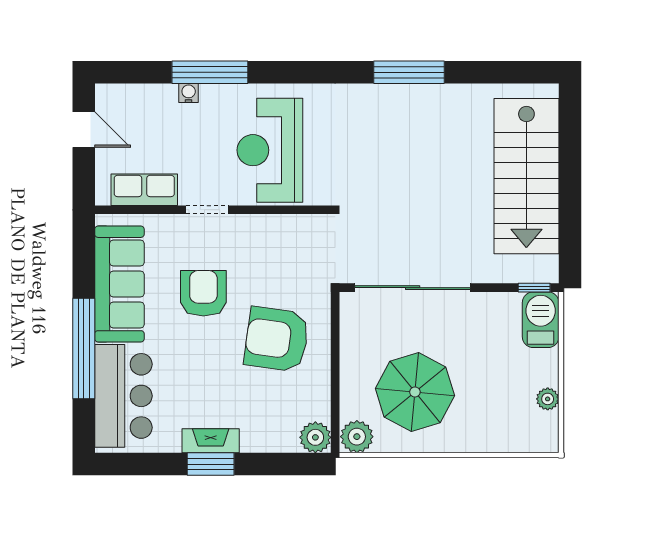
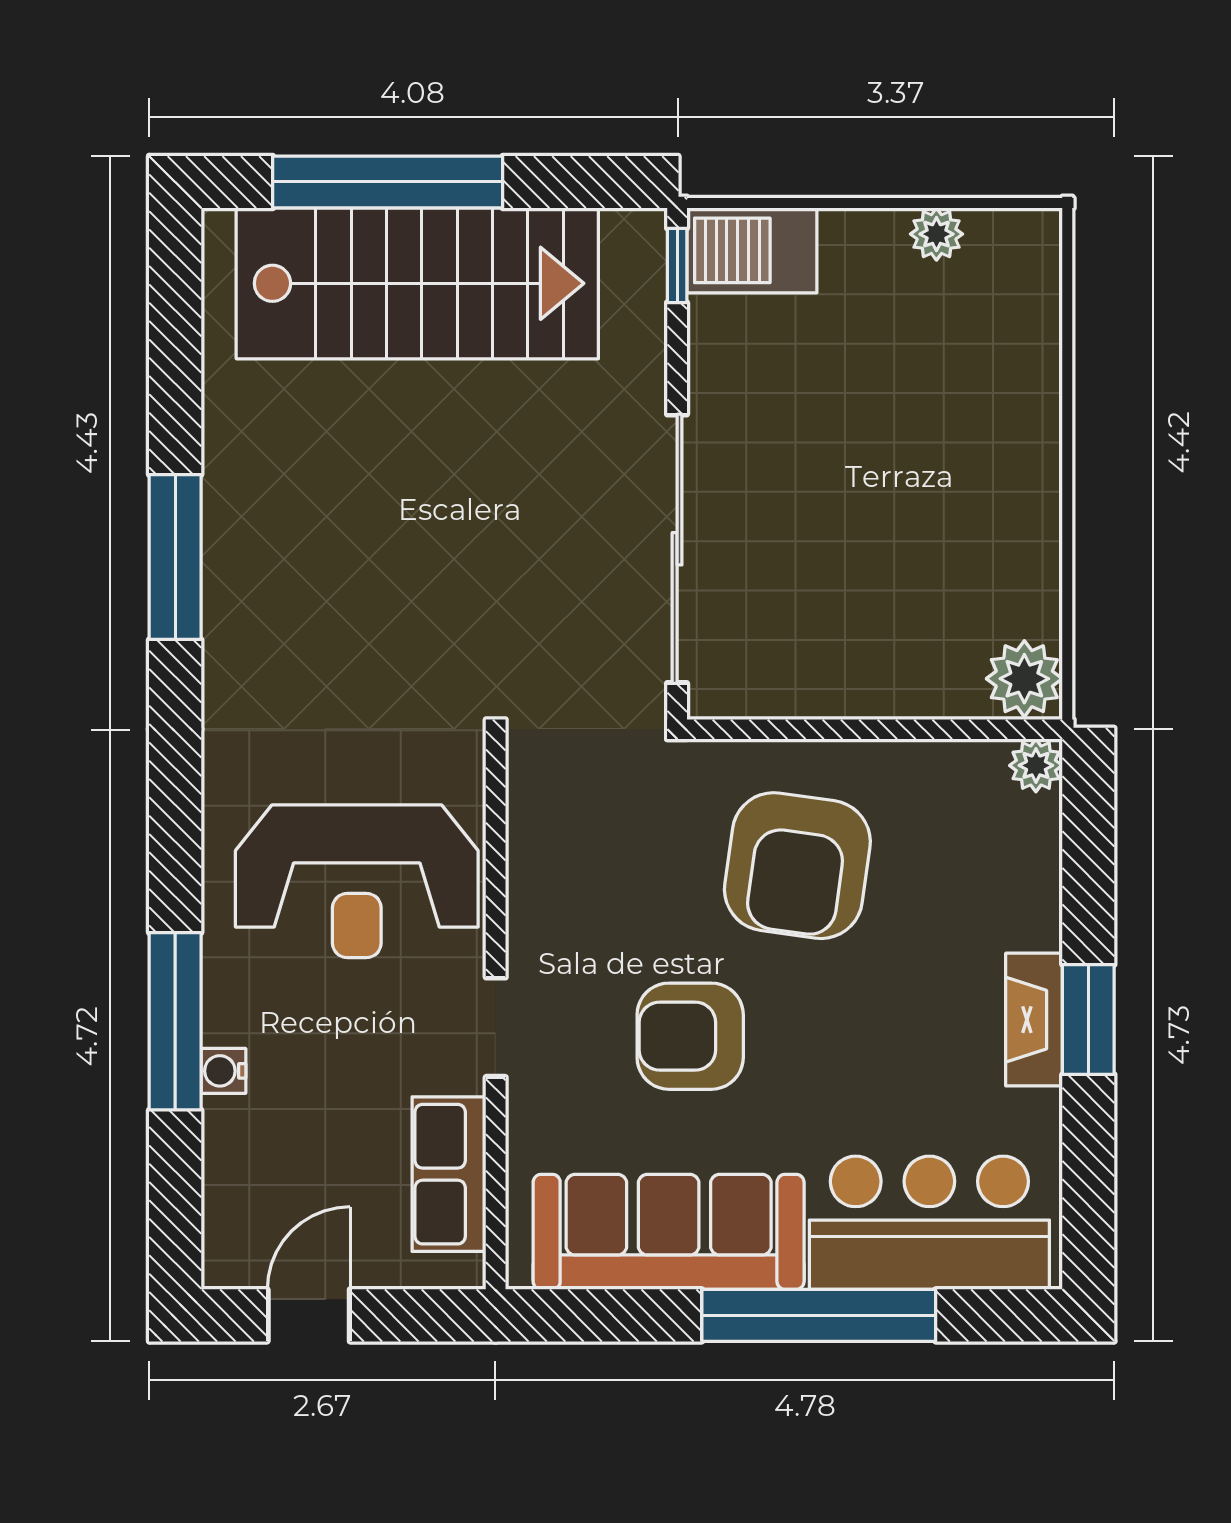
window: (570, 163) -> (388, 182), added
parasol: (415, 392) -> (920, 543), removed
plant: (315, 437) -> (1036, 765), width x0.73, depth x0.73

